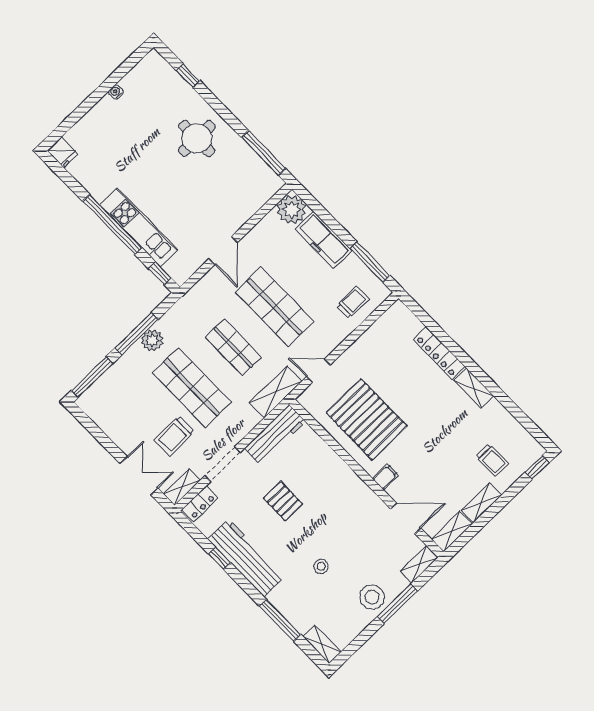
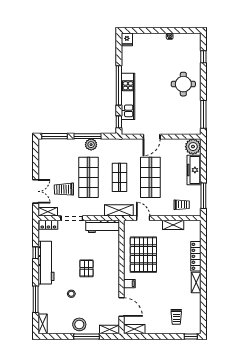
pallet: (283, 501) -> (86, 268), moved
shelving: (481, 503) -> (173, 225), moved

